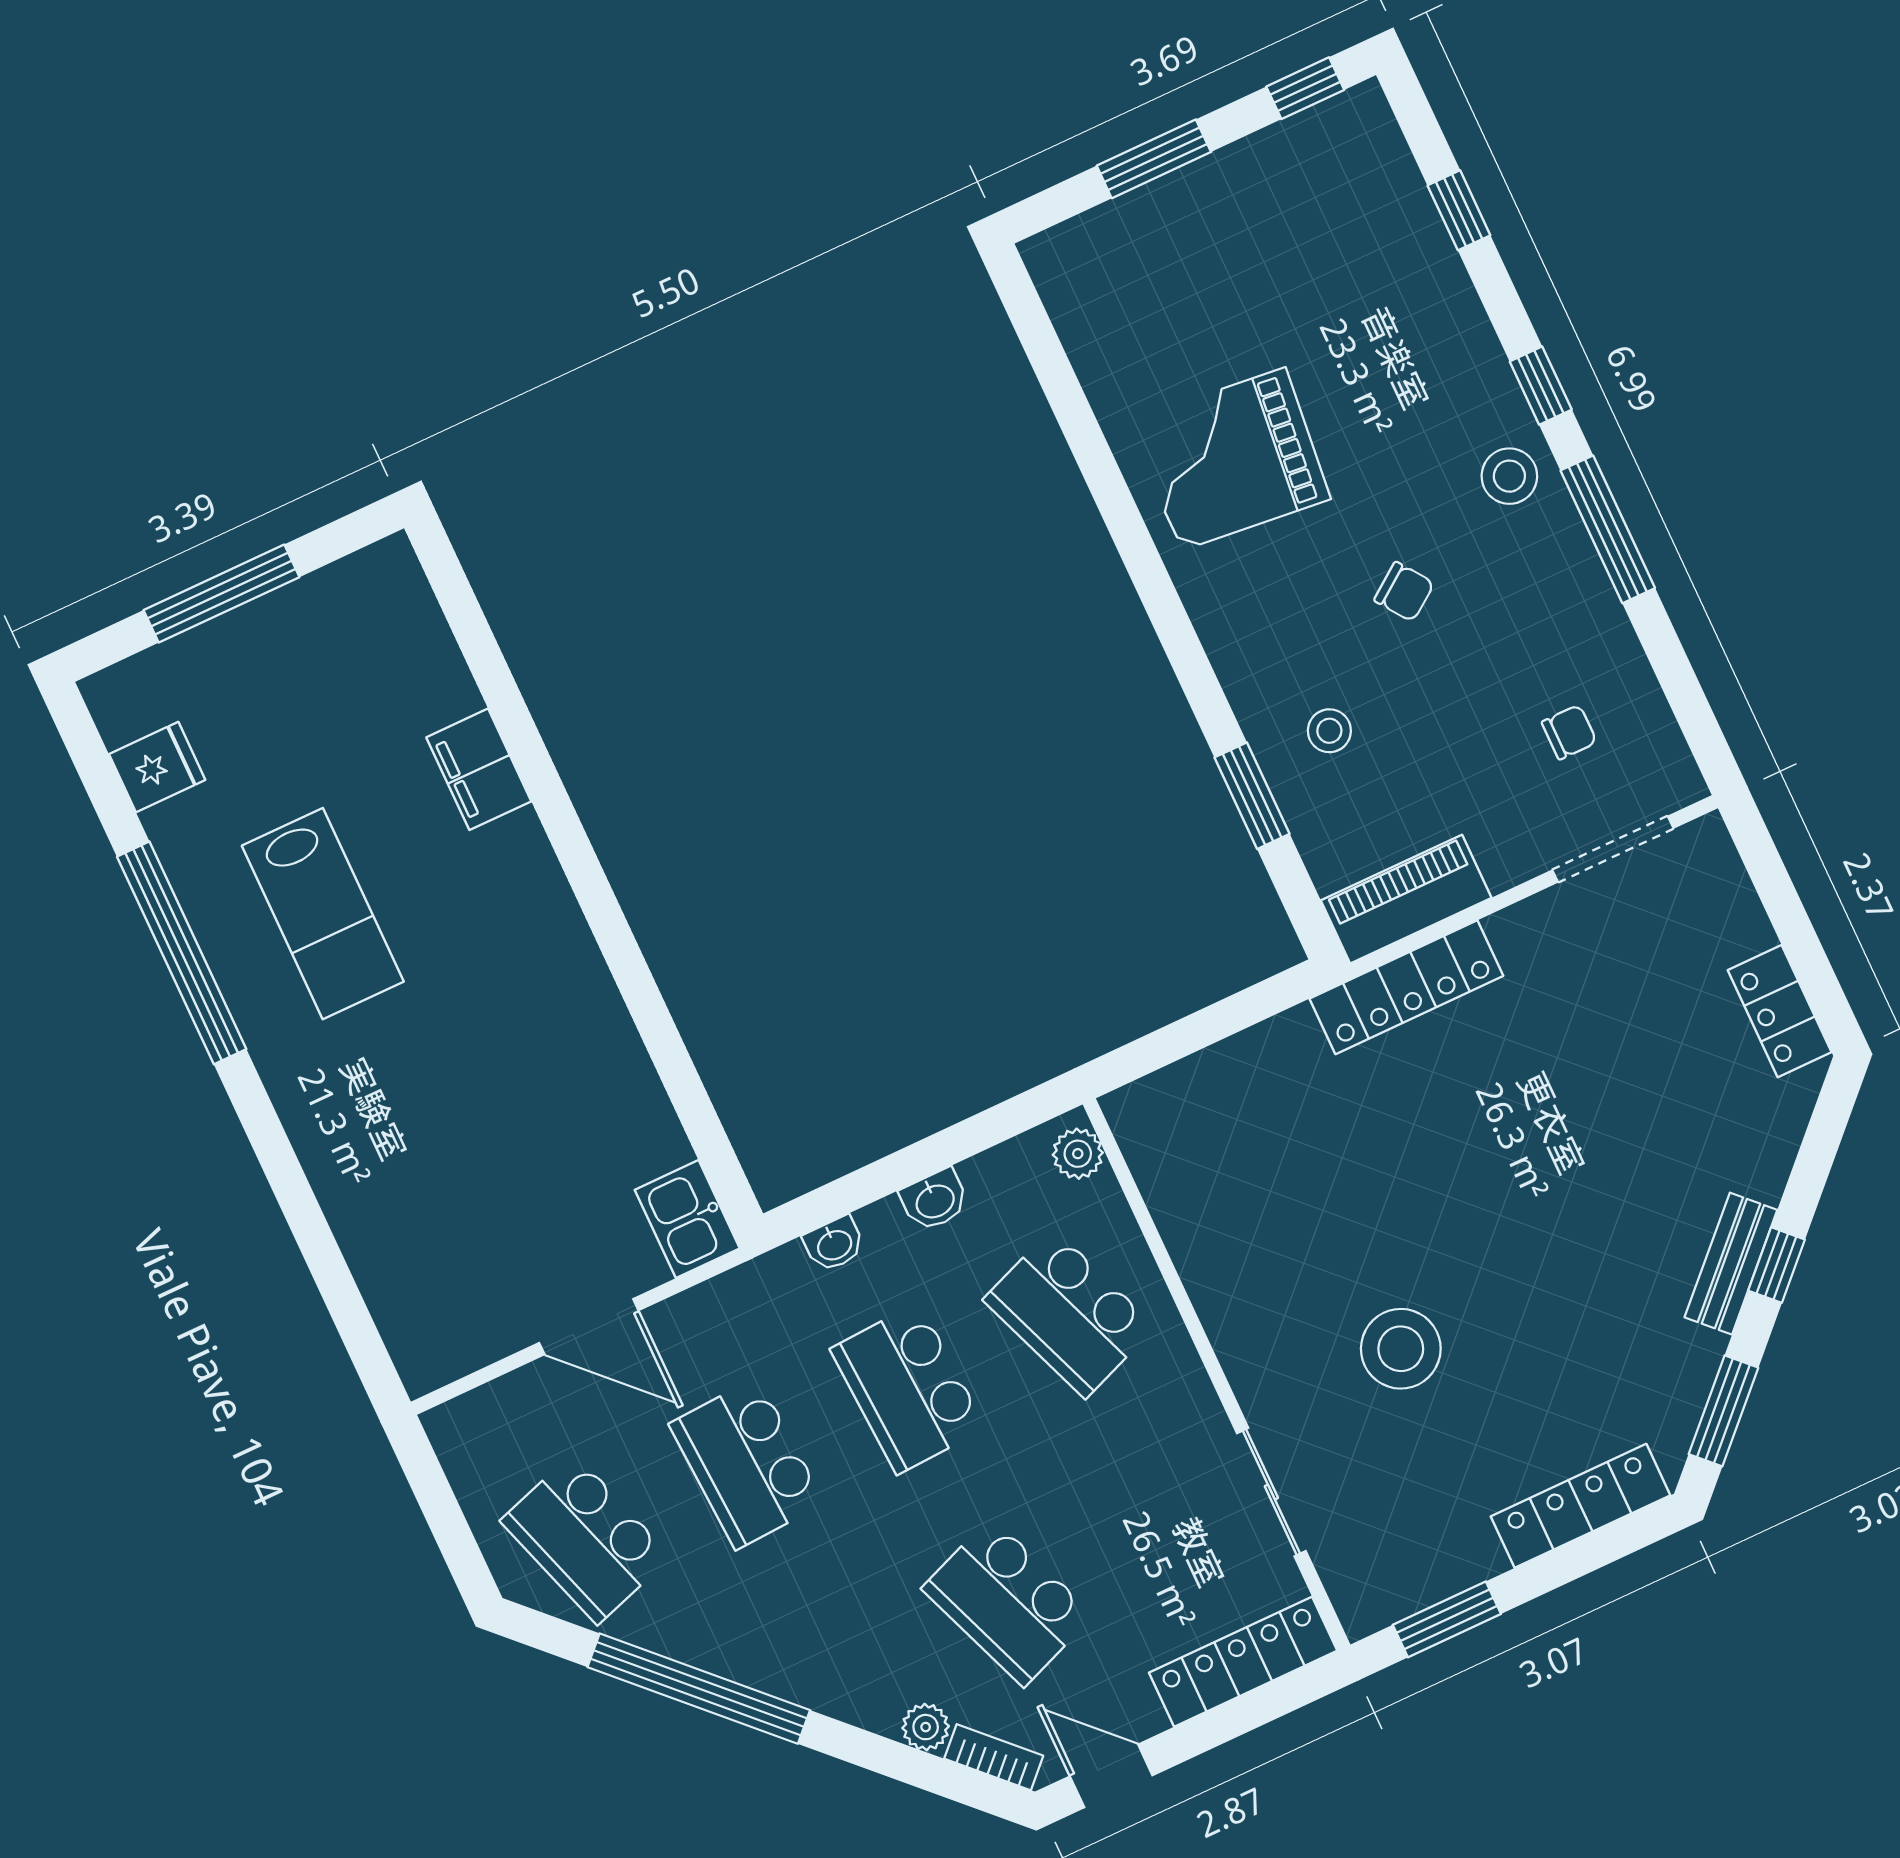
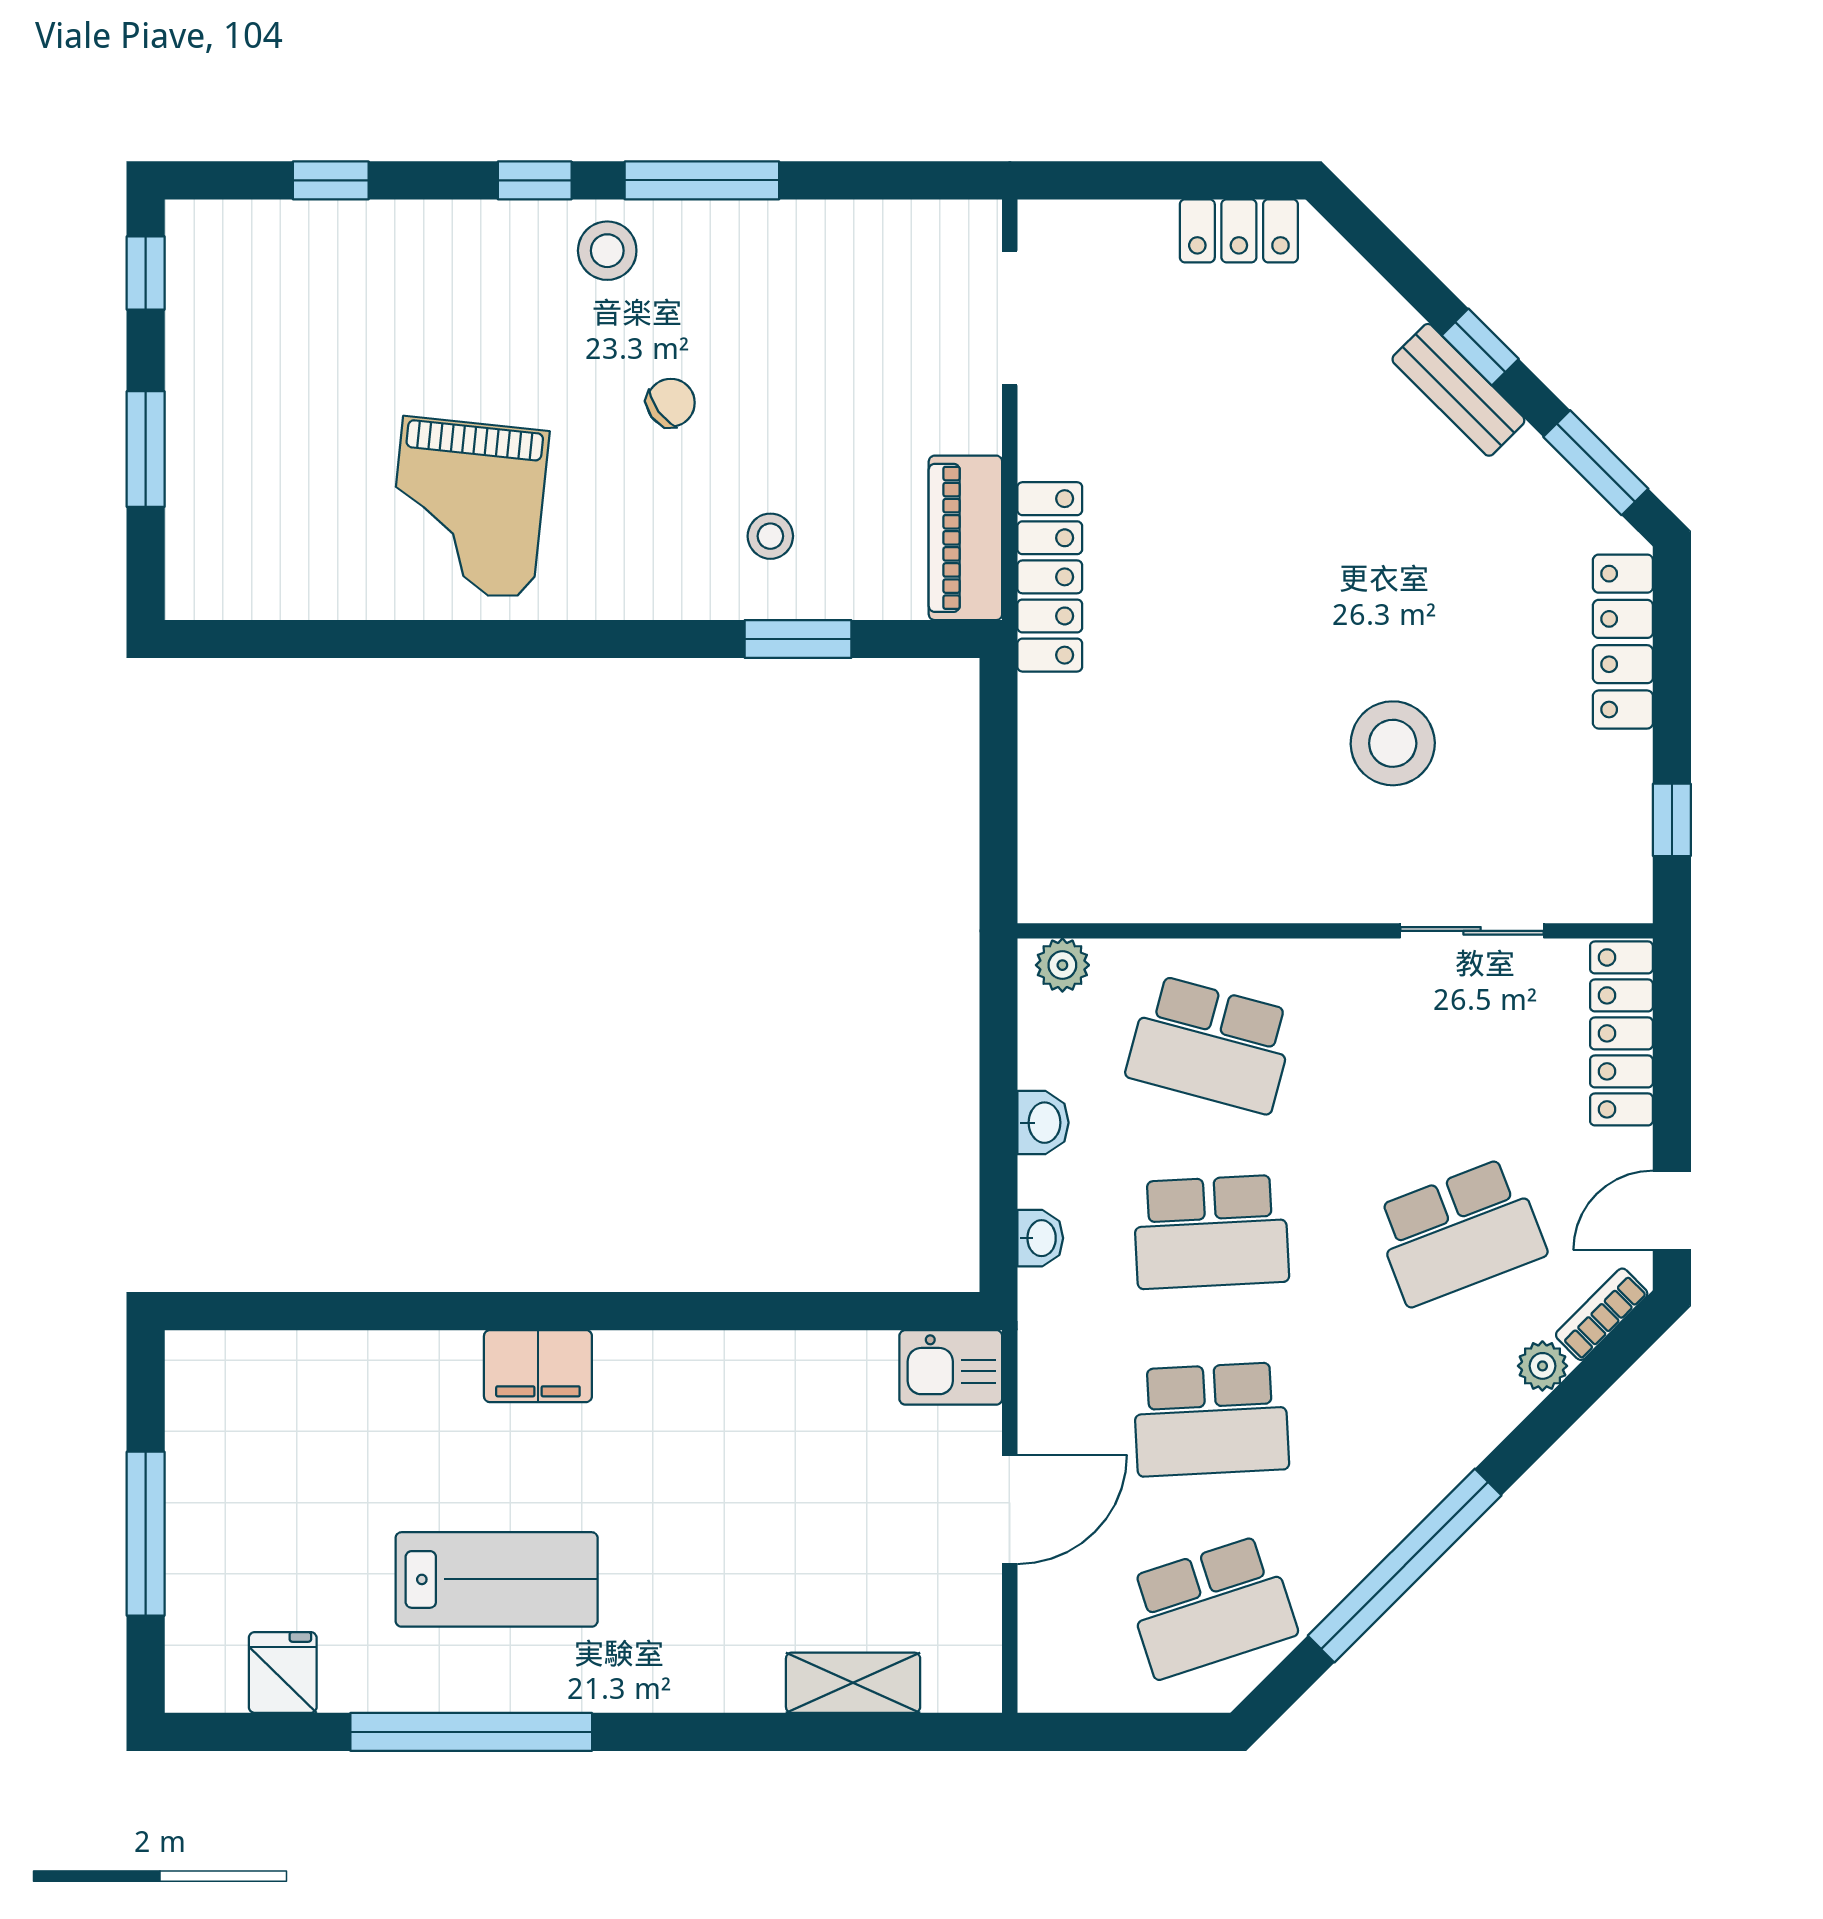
chair: (1569, 732) -> (879, 308), removed
filing cabinet: (479, 769) -> (538, 1366), moved
shelving: (377, 1261) -> (853, 1683), added
school desk: (1069, 1313) -> (1211, 1044), turned 36
window: (1447, 1619) -> (1672, 820), width x0.67

